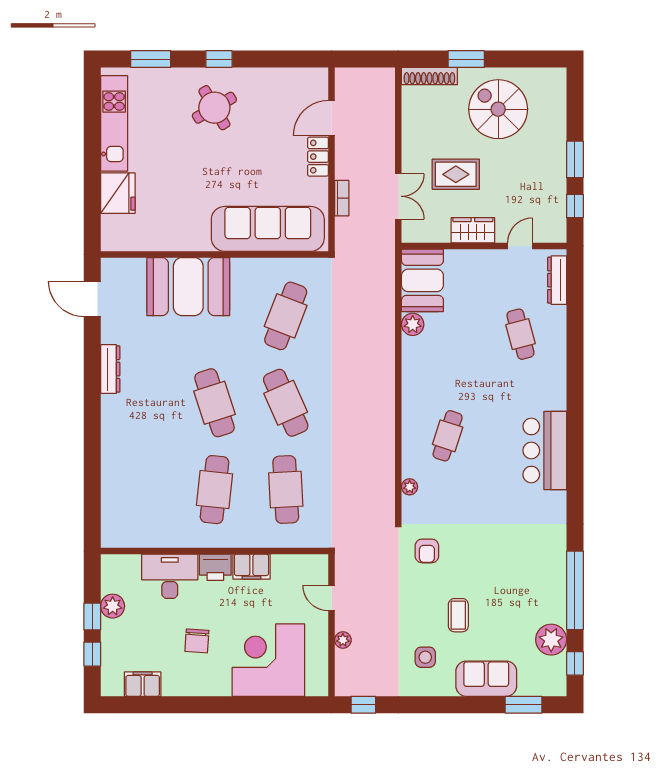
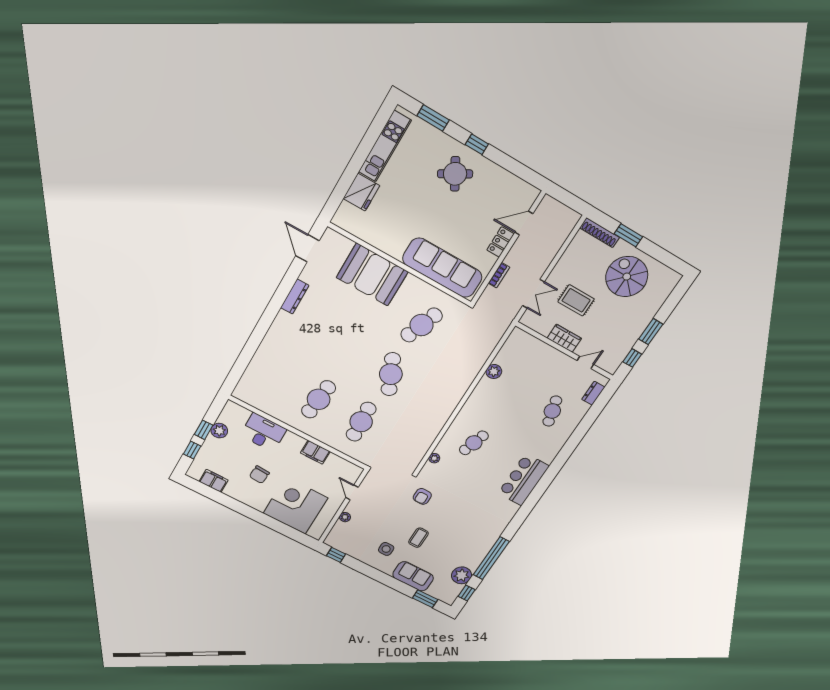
booth: (422, 280) -> (516, 350), removed
dresser: (557, 280) -> (593, 393), width x0.70
cafe table: (215, 403) -> (348, 351), removed
printer: (215, 567) -> (294, 442), removed

